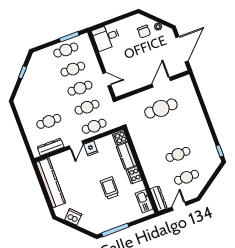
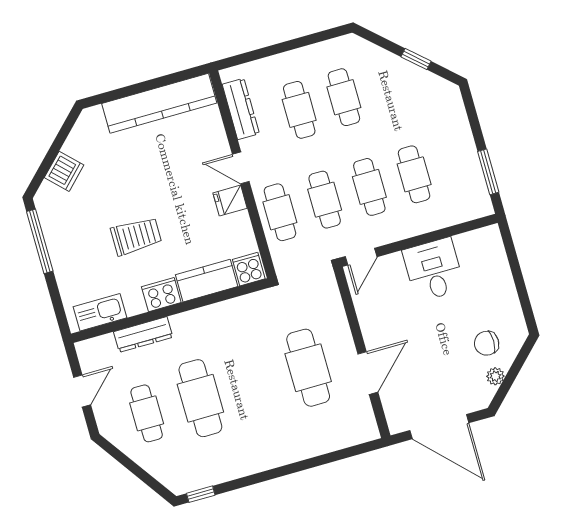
desk: (106, 37) -> (434, 270), moved
cafe table: (66, 50) -> (344, 97), moved
door: (107, 79) -> (361, 257), moved
door: (161, 82) -> (368, 373), hinge flipped
cafe table: (178, 154) -> (200, 398), width x1.37, depth x1.35
dresser: (159, 199) -> (143, 335), moved
door: (179, 206) -> (82, 391), hinge flipped
dishwasher: (73, 217) -> (64, 171), moved

